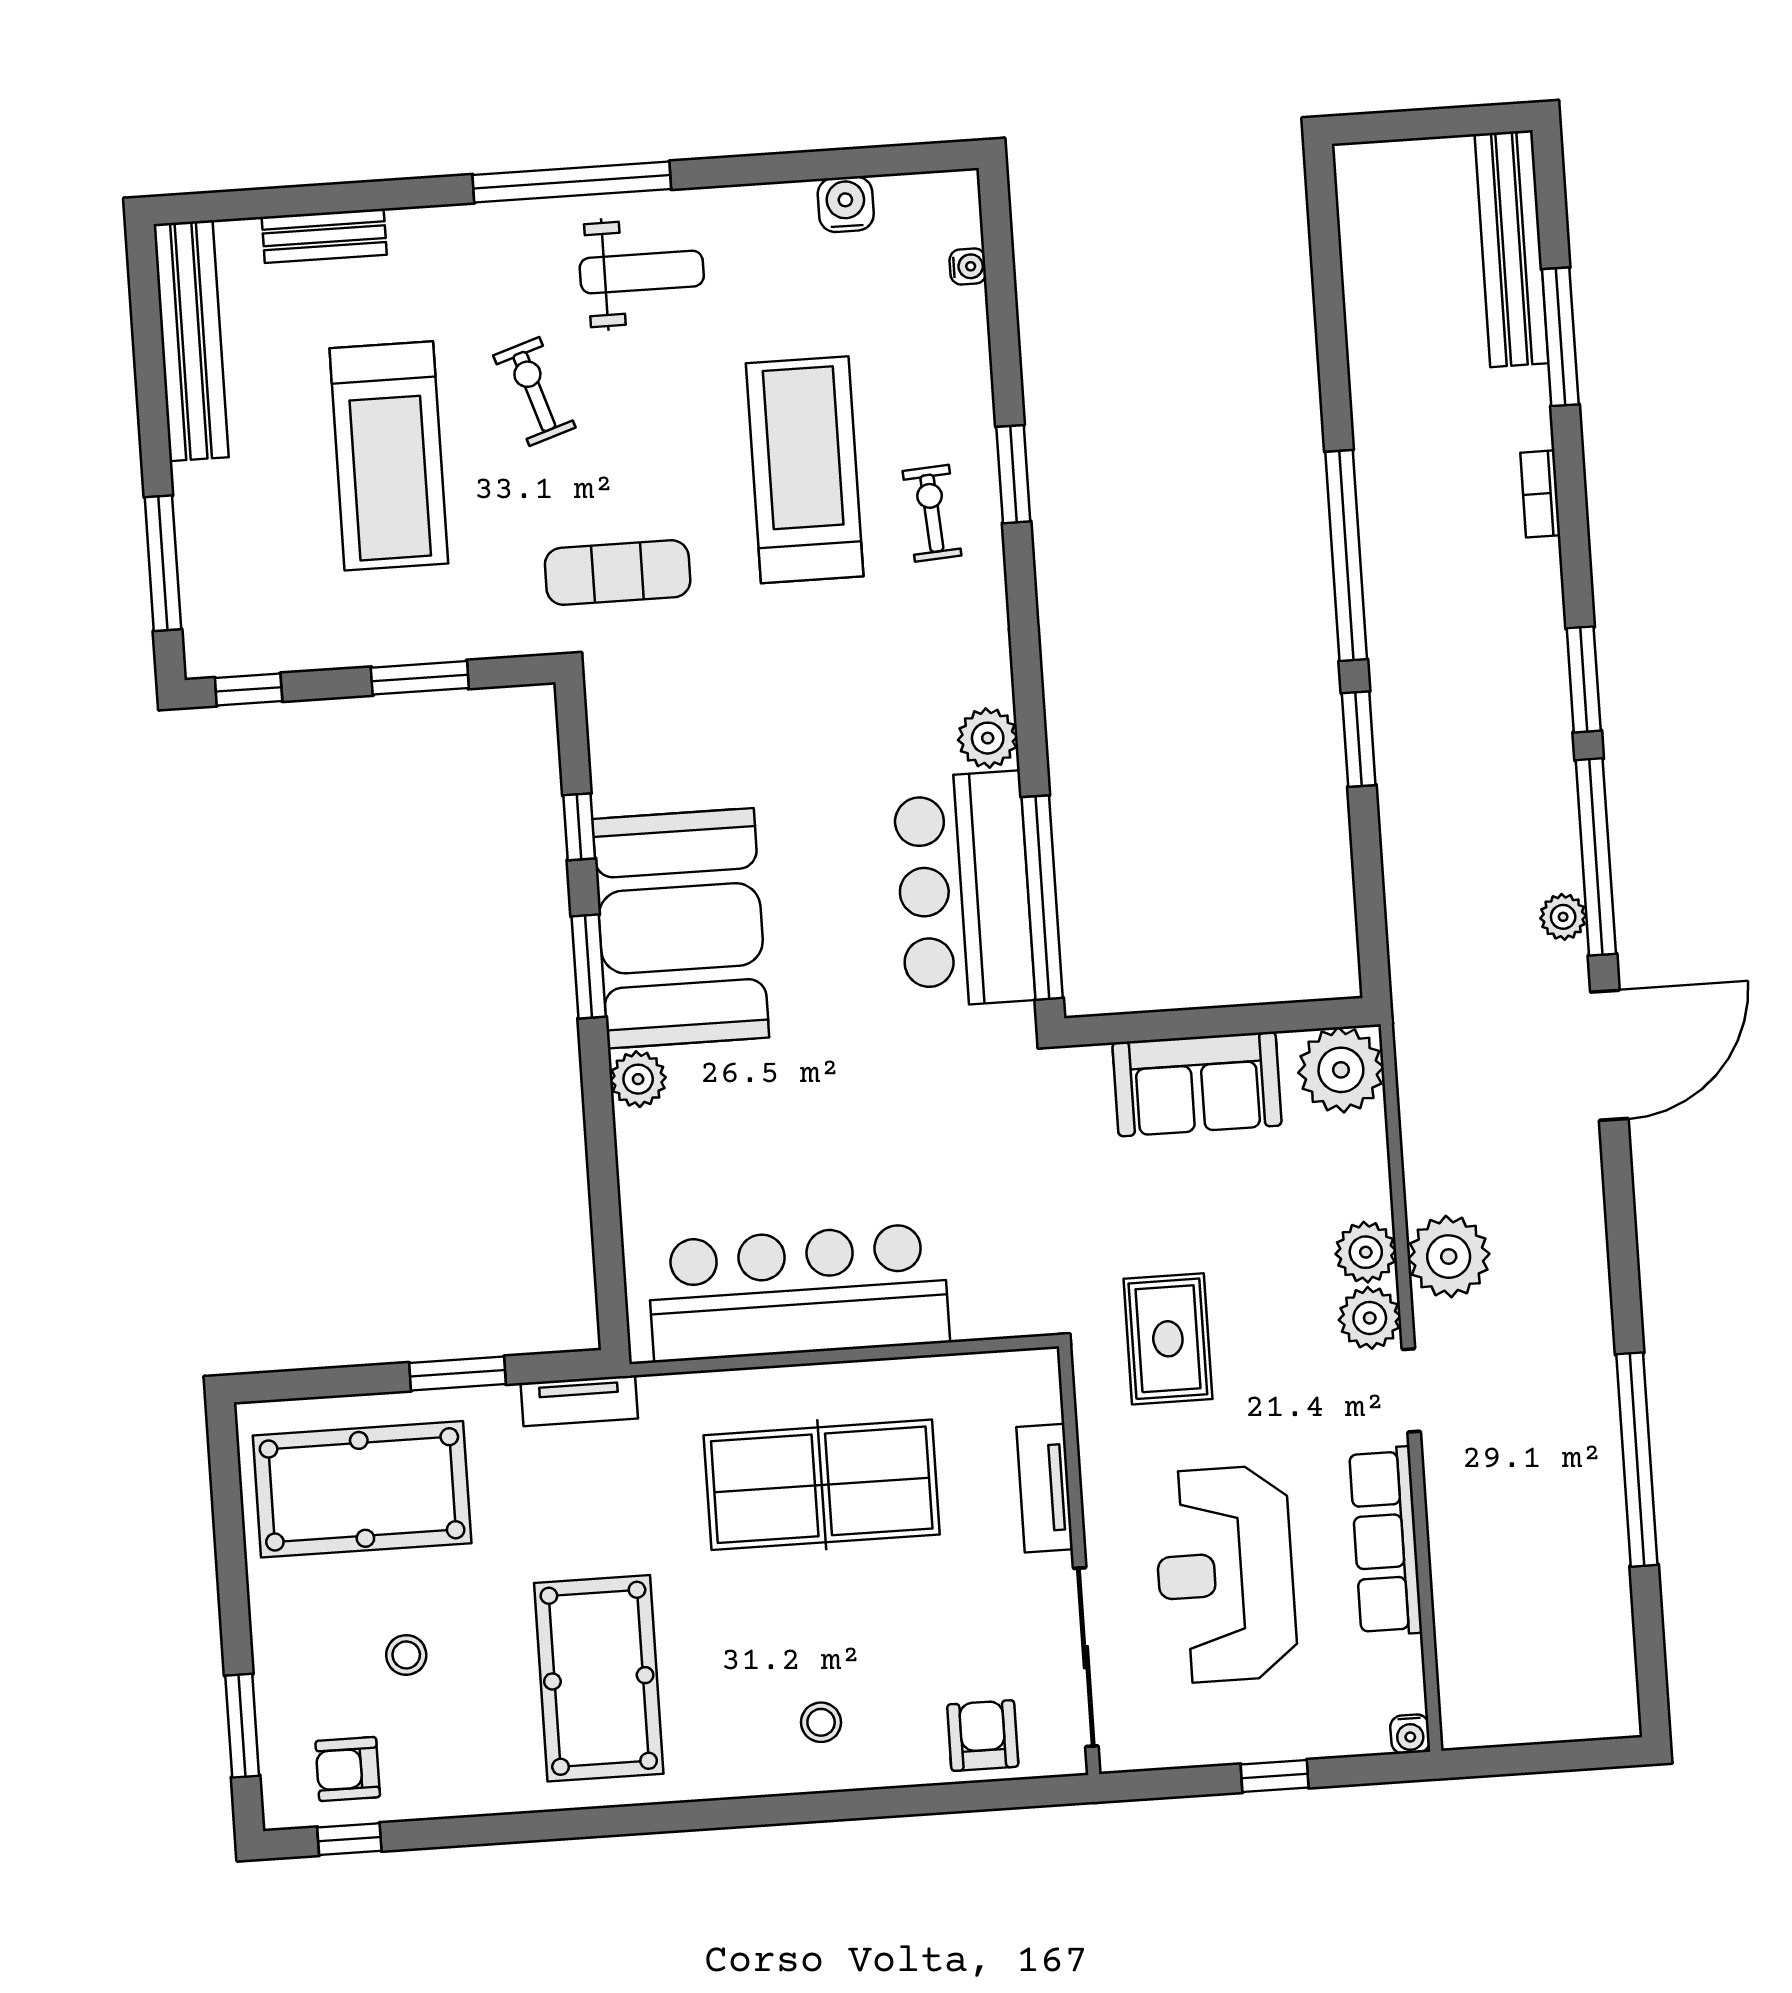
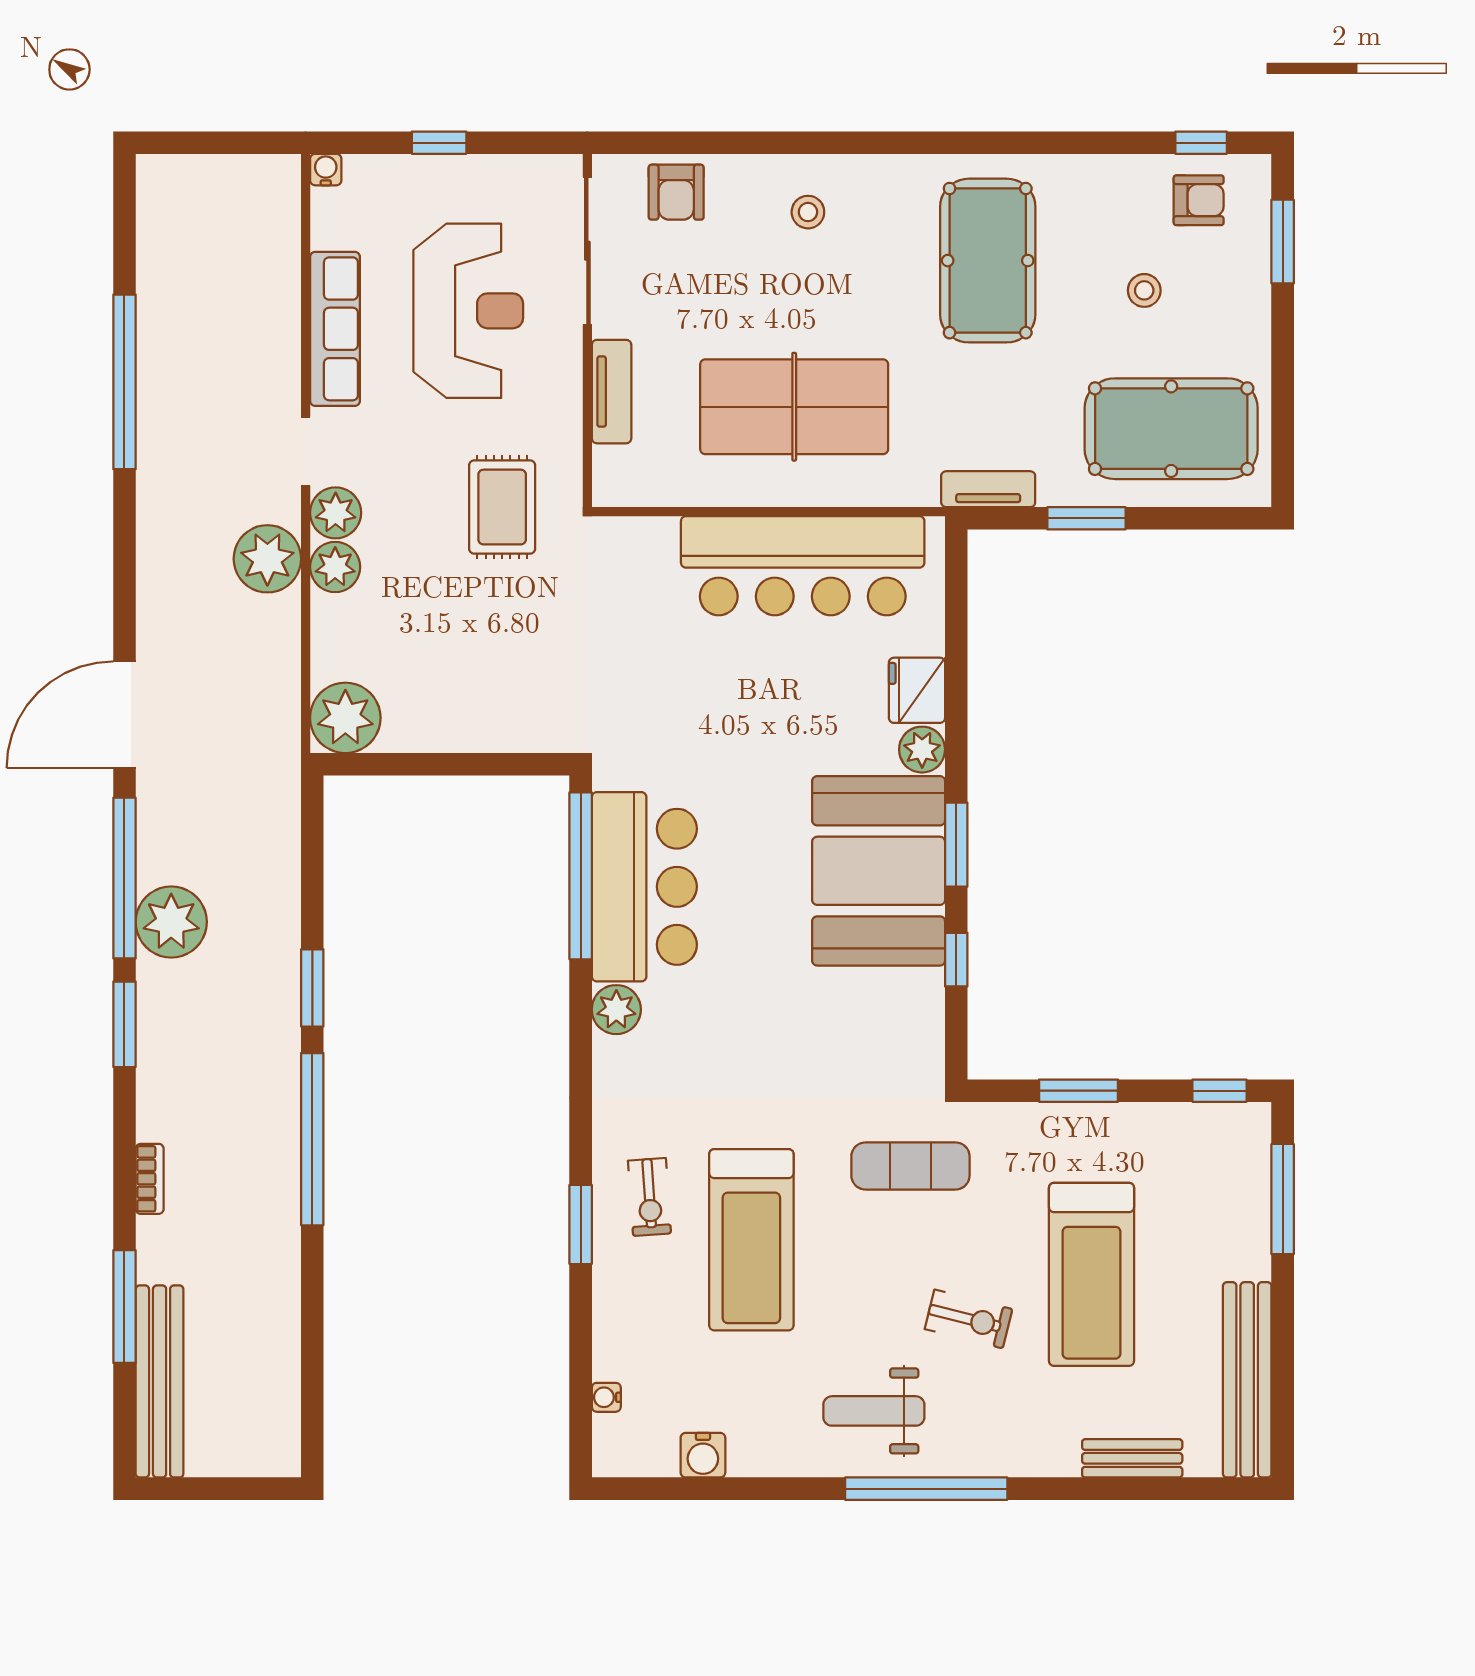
exercise bike: (534, 392) -> (969, 1319), turned -58
treadmill: (389, 456) -> (1091, 1274), turned 180
plant: (1563, 917) -> (171, 922), moved, width x1.87, depth x1.87
sofa: (1197, 1084) -> (464, 714), removed
fridge: (649, 1151) -> (917, 690), added

